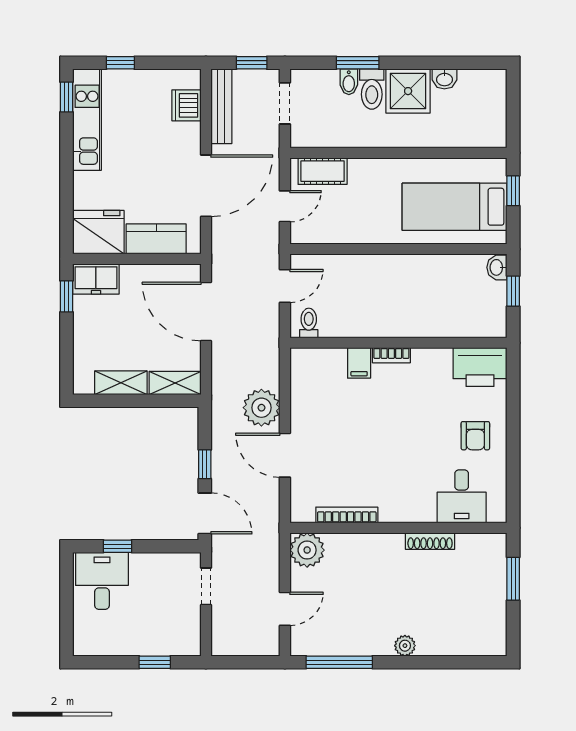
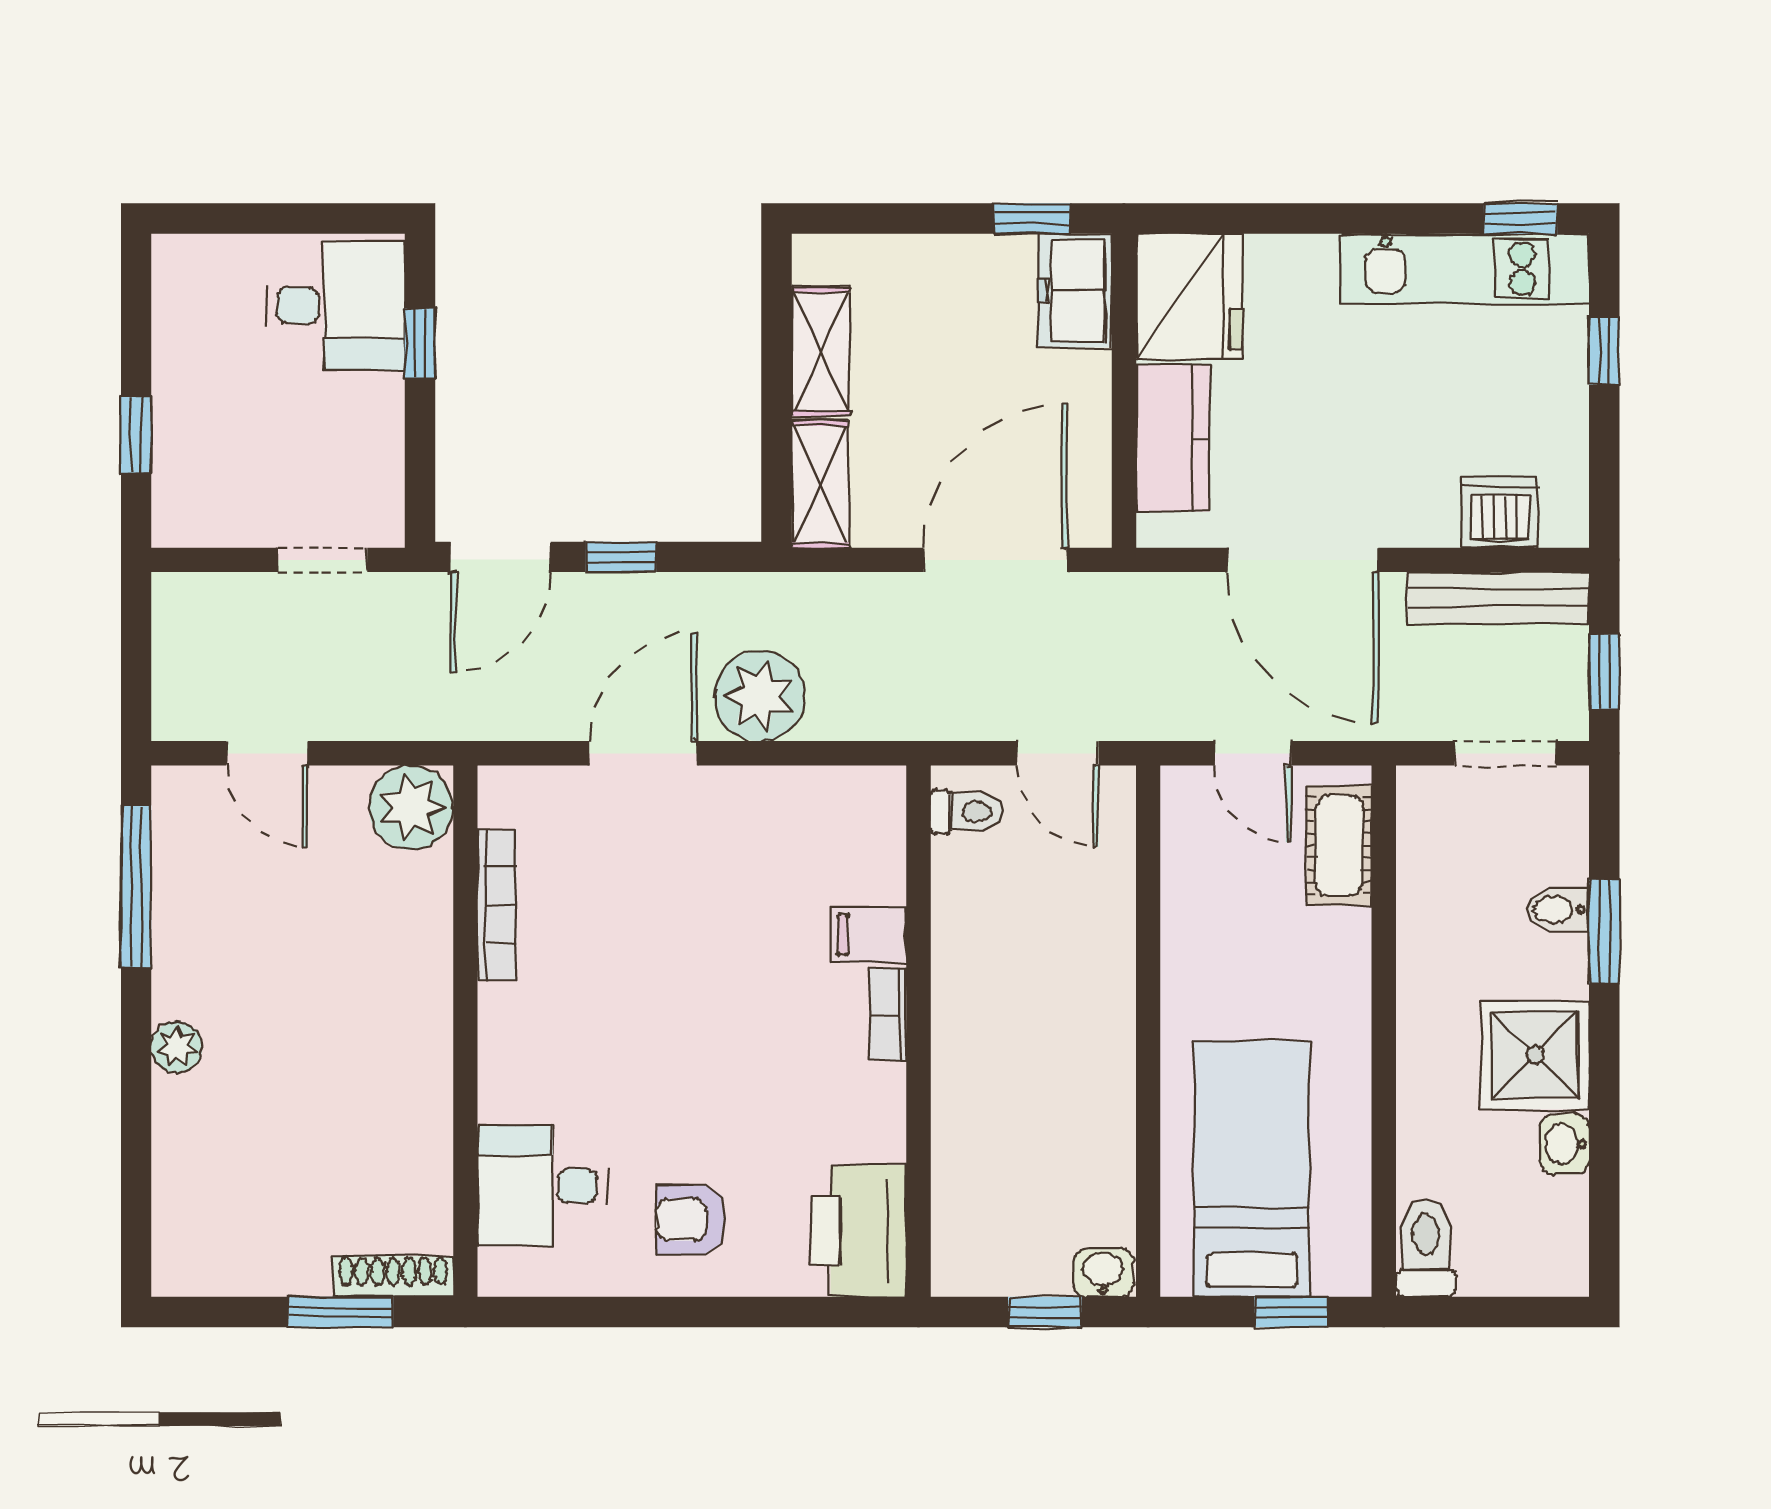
toilet: (372, 89) -> (1426, 1248), moved, turned 90
shoe rack: (430, 541) -> (393, 1277), moved, turned 90

